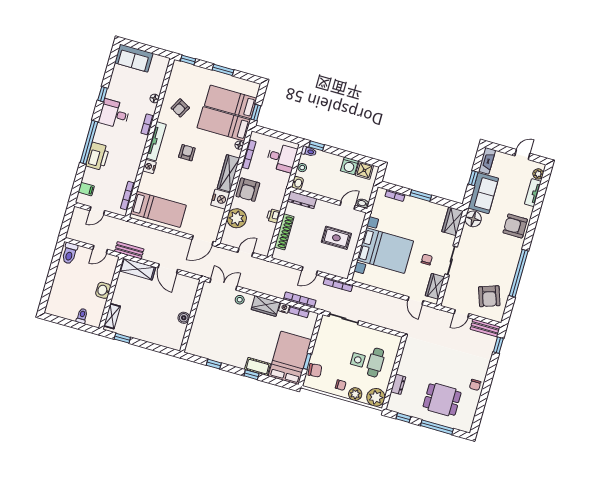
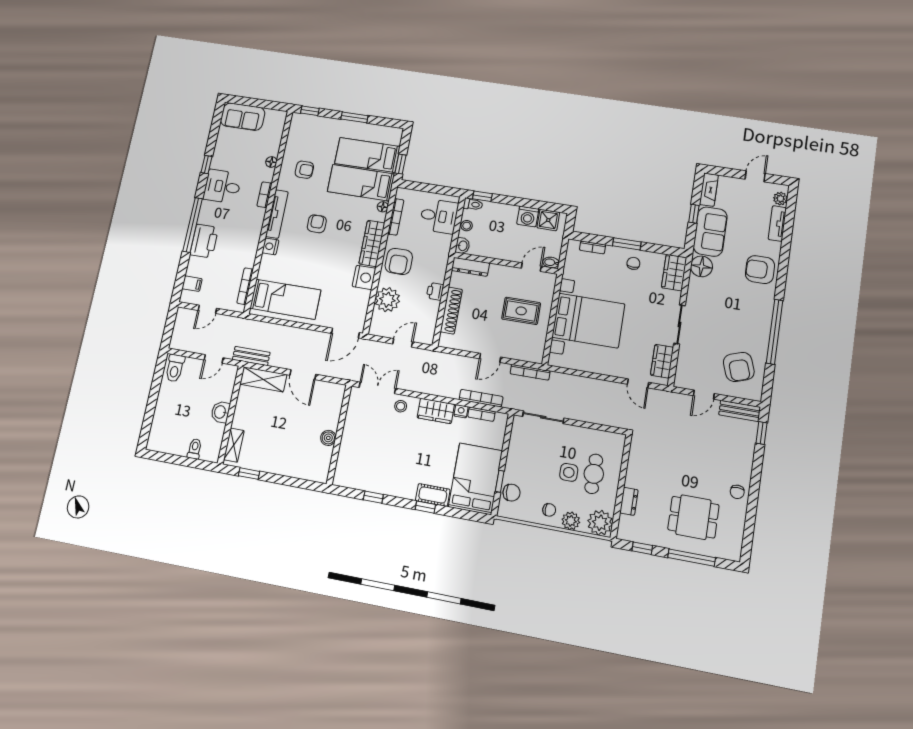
armchair: (180, 108) -> (304, 170), turned -119
chair: (427, 259) -> (633, 263), moved

